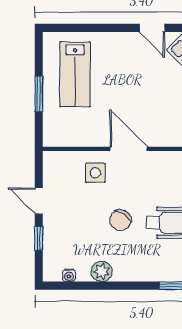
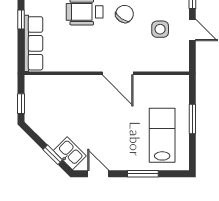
window: (98, 28) -> (143, 174), added
side table: (95, 173) -> (160, 29), moved

